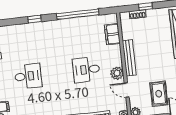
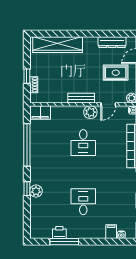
plant: (33, 28) -> (36, 191), added
filing cabinet: (112, 34) -> (40, 112), moved
bench: (129, 58) -> (81, 98), width x0.73

